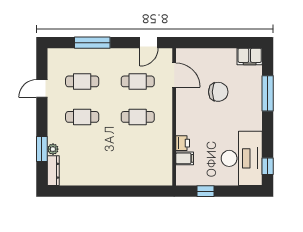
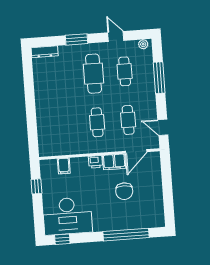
filing cabinet: (250, 57) -> (114, 162), moved, turned -90
window: (268, 93) -> (126, 235), width x1.46
cafe table: (82, 117) -> (94, 74), width x1.37, depth x1.35
printer: (183, 143) -> (96, 162), moved
window: (42, 149) -> (77, 39), moved
plant: (53, 149) -> (143, 44), moved

